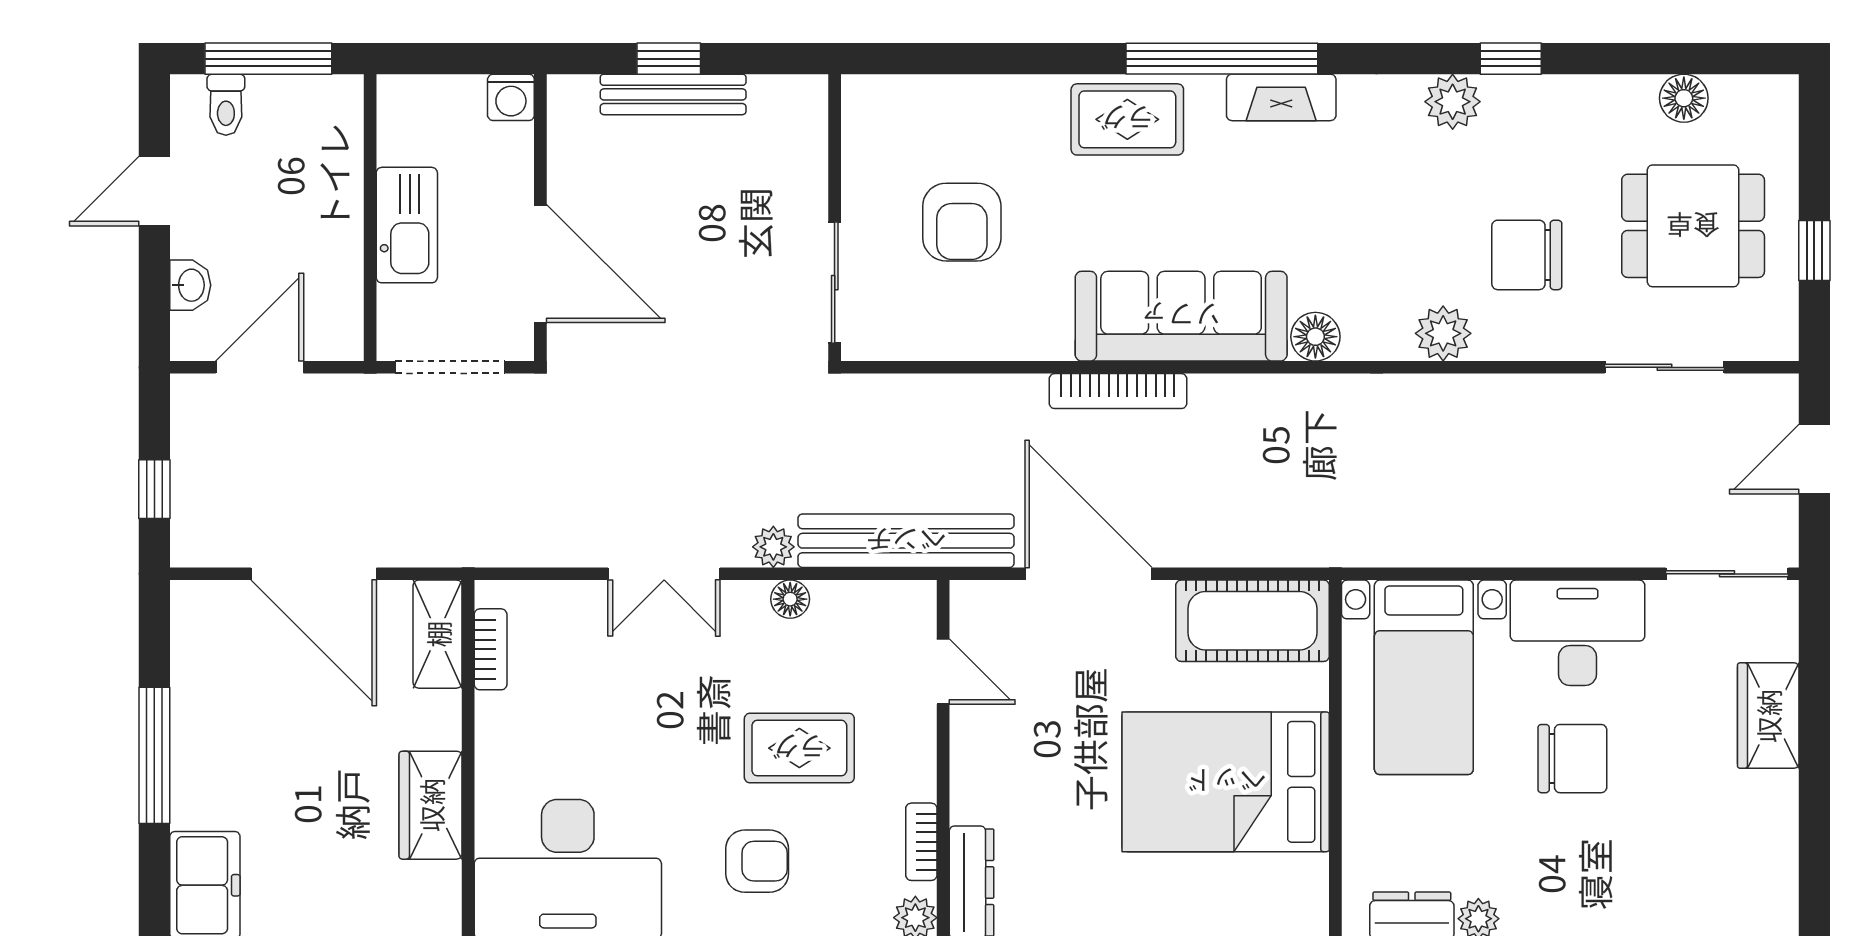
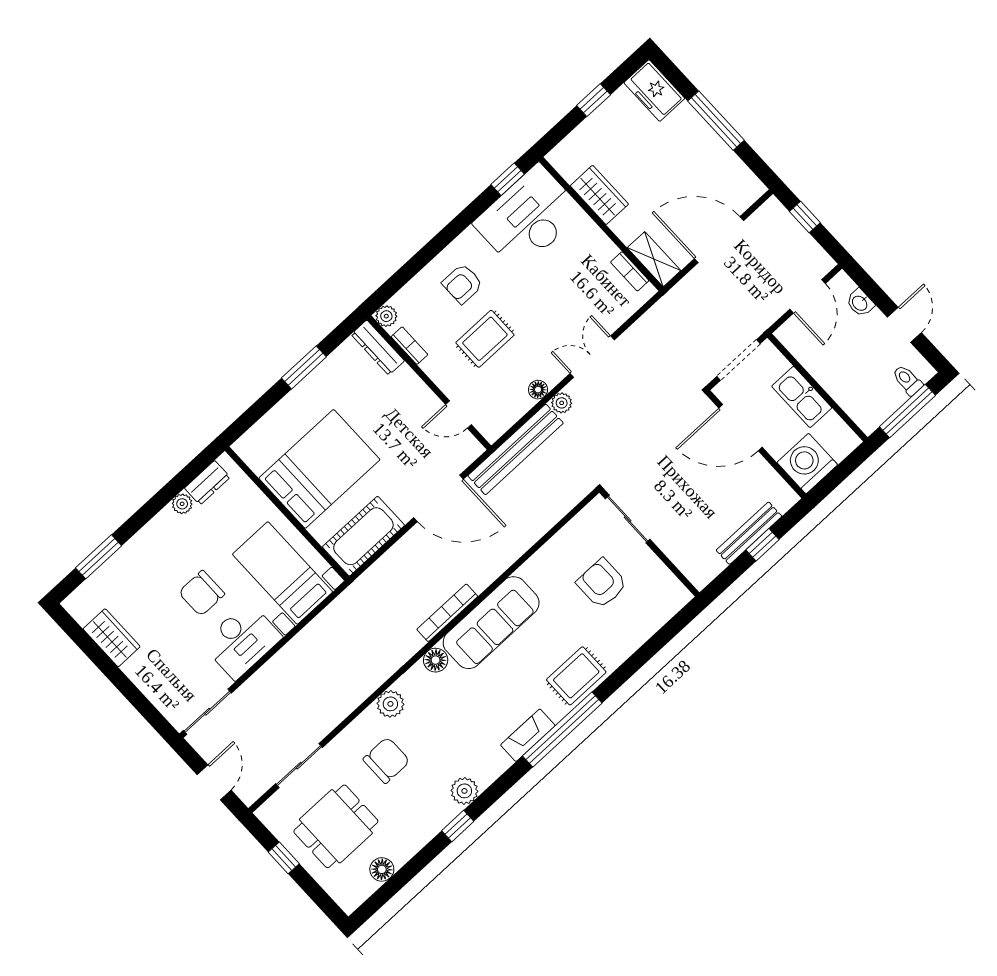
washing machine: (511, 97) -> (807, 464), width x1.89, depth x1.89
bookcase: (1118, 391) -> (447, 613), moved
wardrobe: (1768, 716) -> (112, 638), moved

